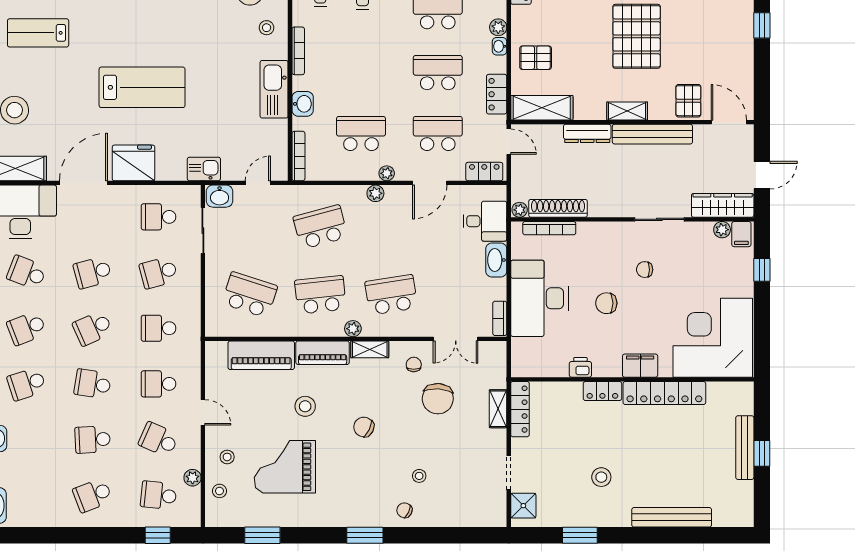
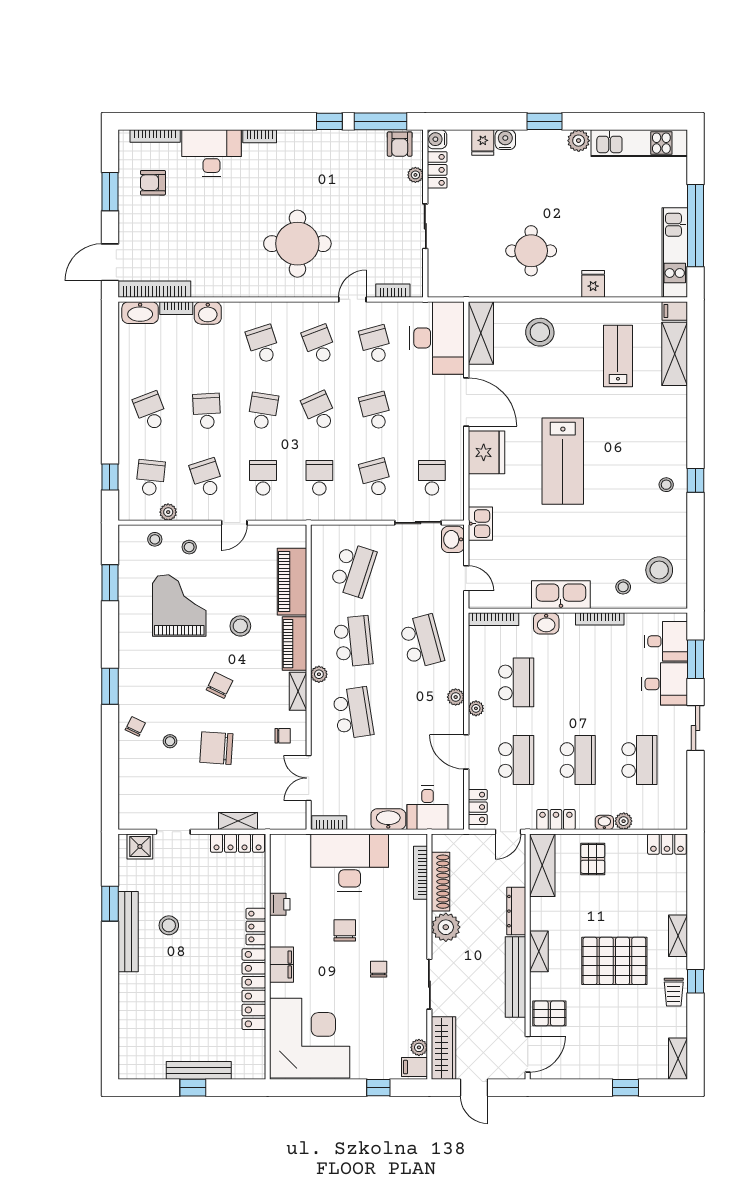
plant: (520, 210) -> (446, 927), moved, width x1.88, depth x1.88
school desk: (27, 273) -> (376, 344), turned -36
chair: (438, 399) -> (216, 748), moved
school desk: (159, 440) -> (207, 478), turned -42
bench: (672, 517) -> (128, 932), moved

